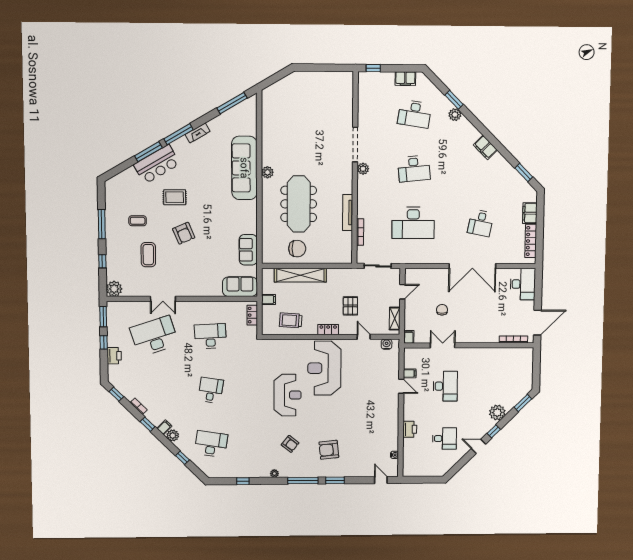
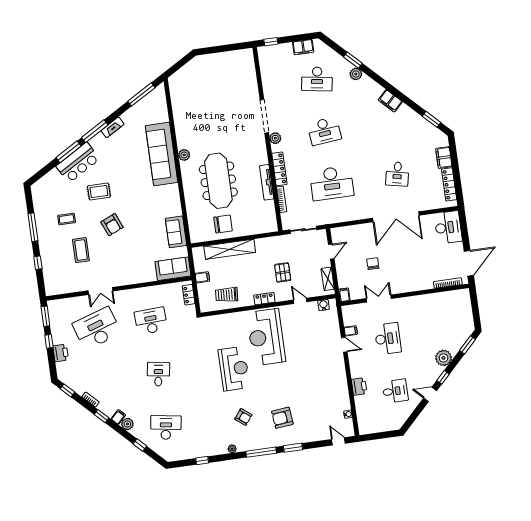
locker: (363, 201) -> (279, 169), added
plant: (114, 289) -> (52, 288), removed

